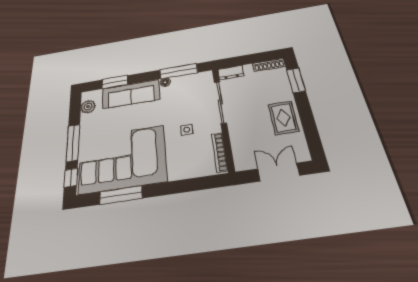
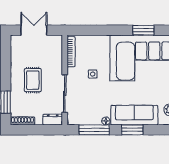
window: (115, 82) -> (132, 130), moved
rug: (283, 118) -> (33, 80), moved
double door: (278, 172) -> (34, 30), swing flipped
window: (121, 195) -> (143, 30), width x0.69

